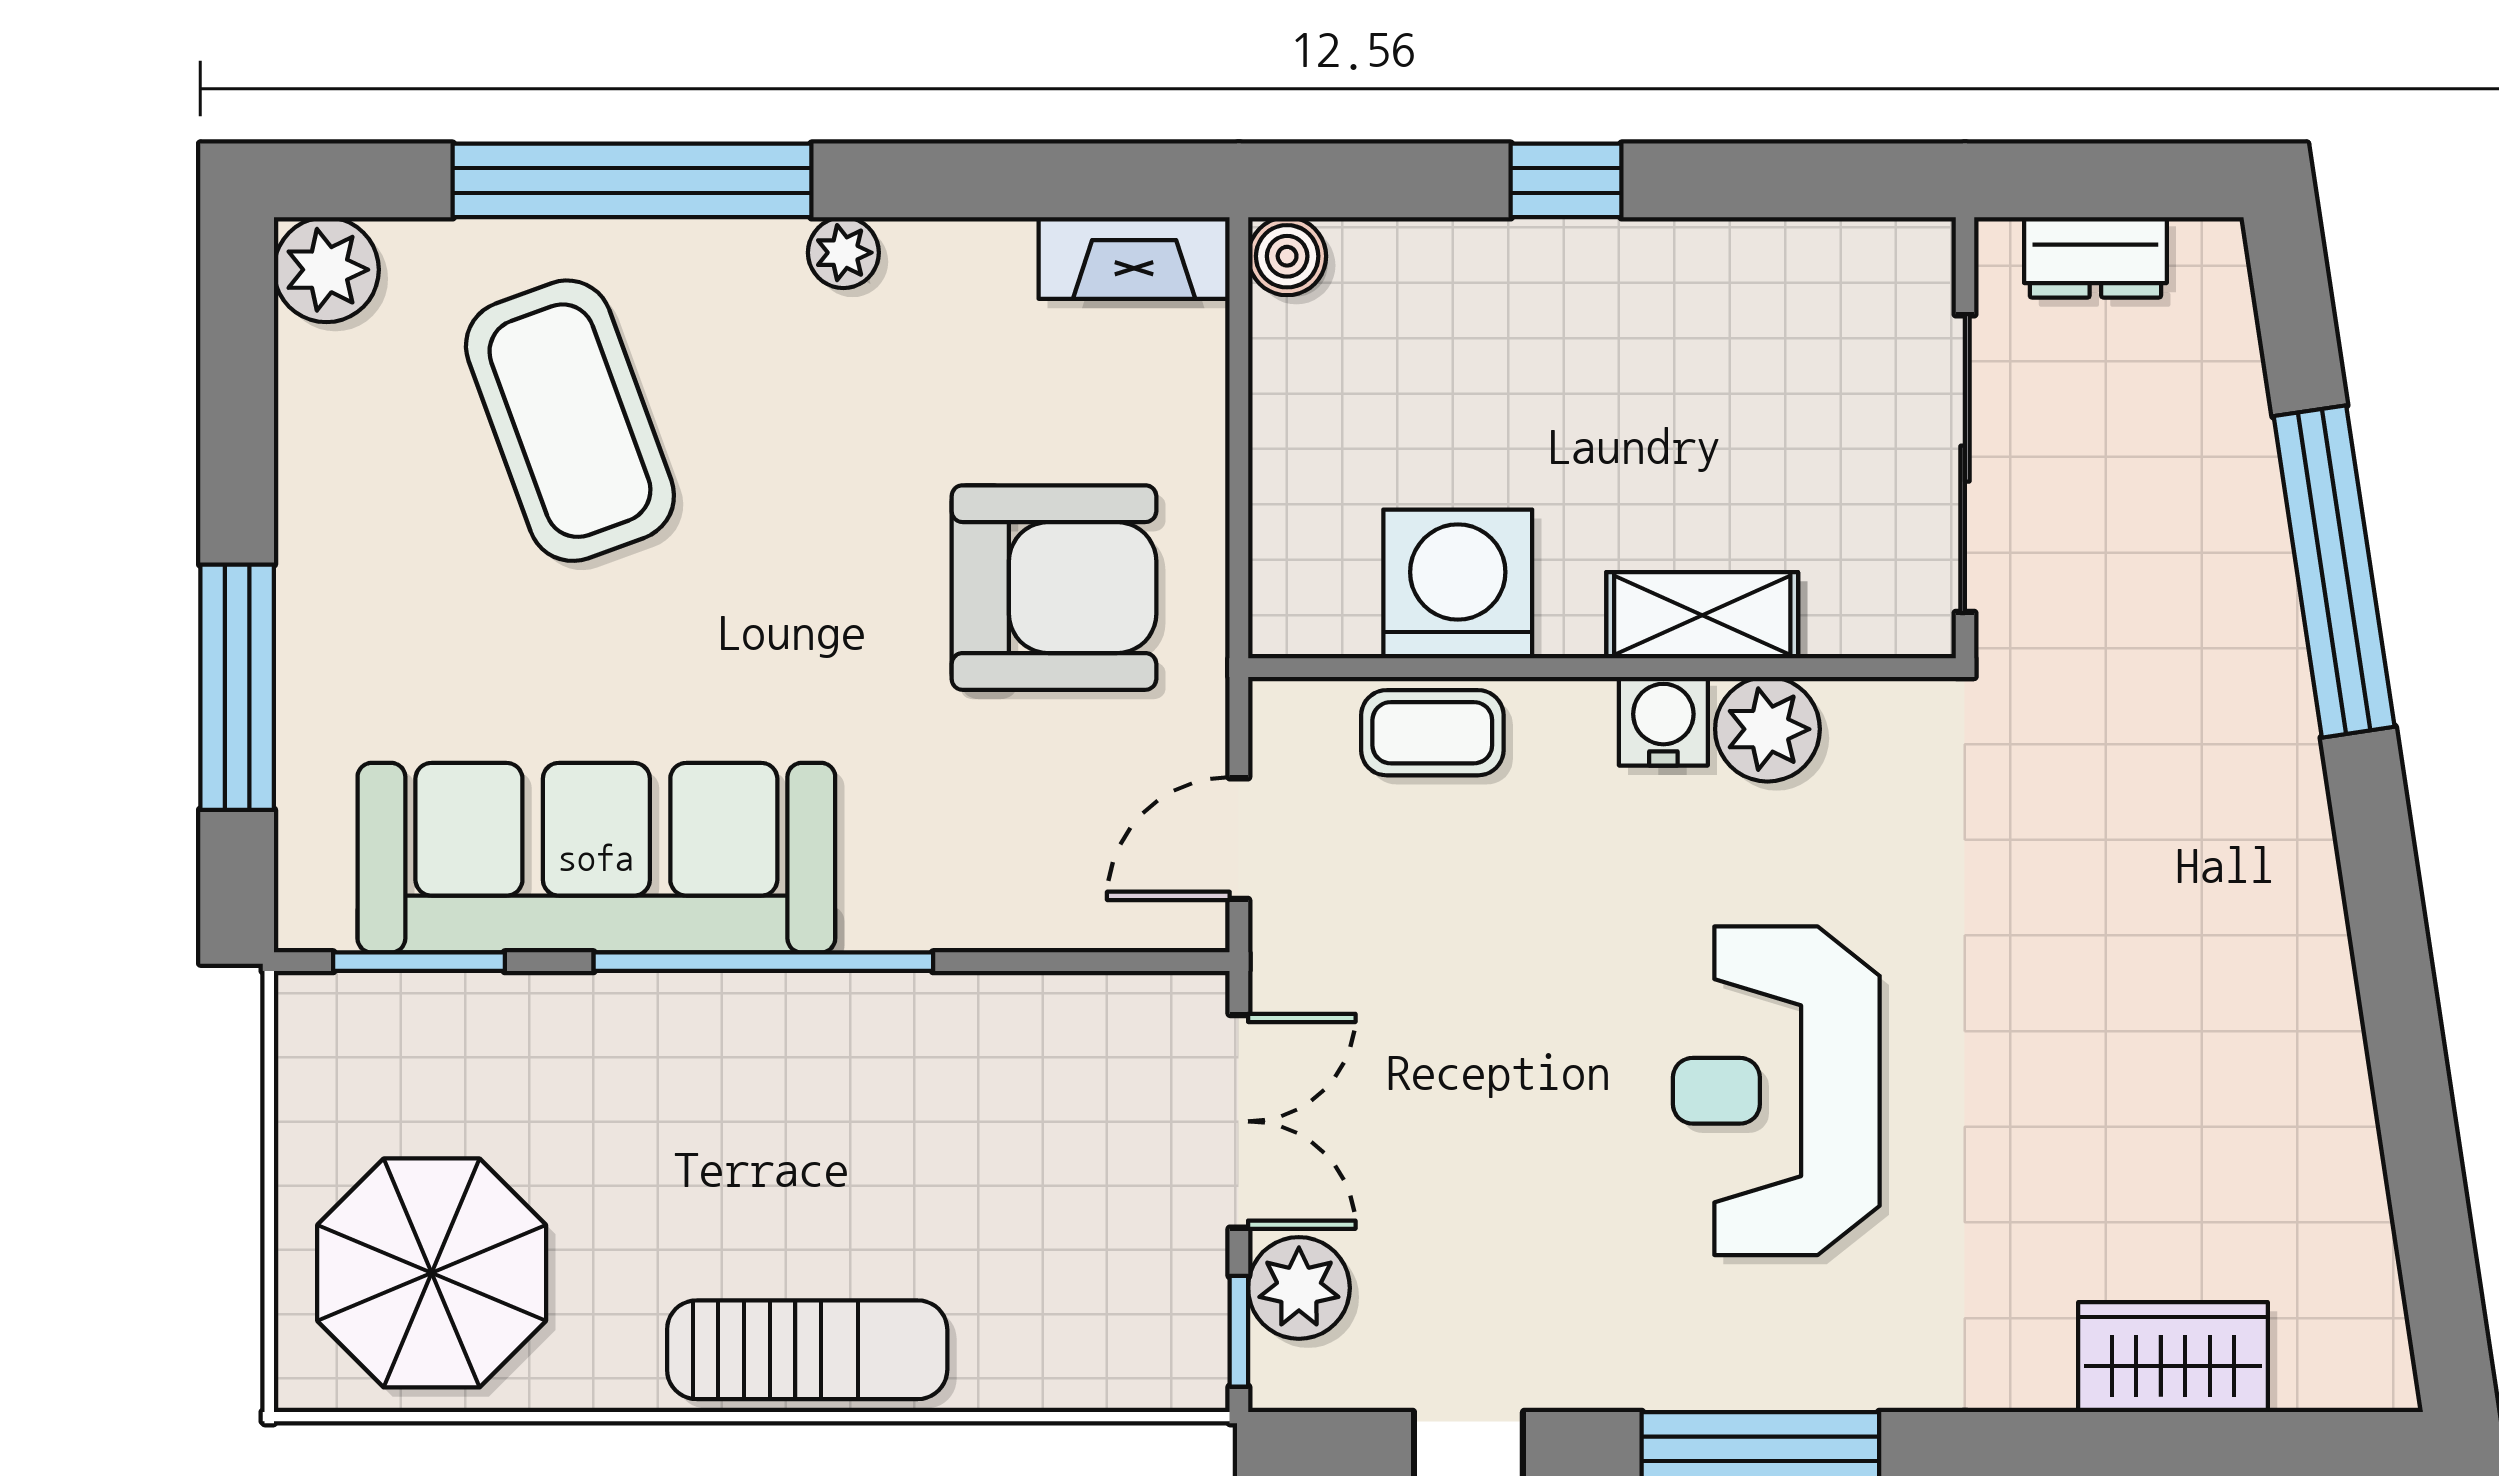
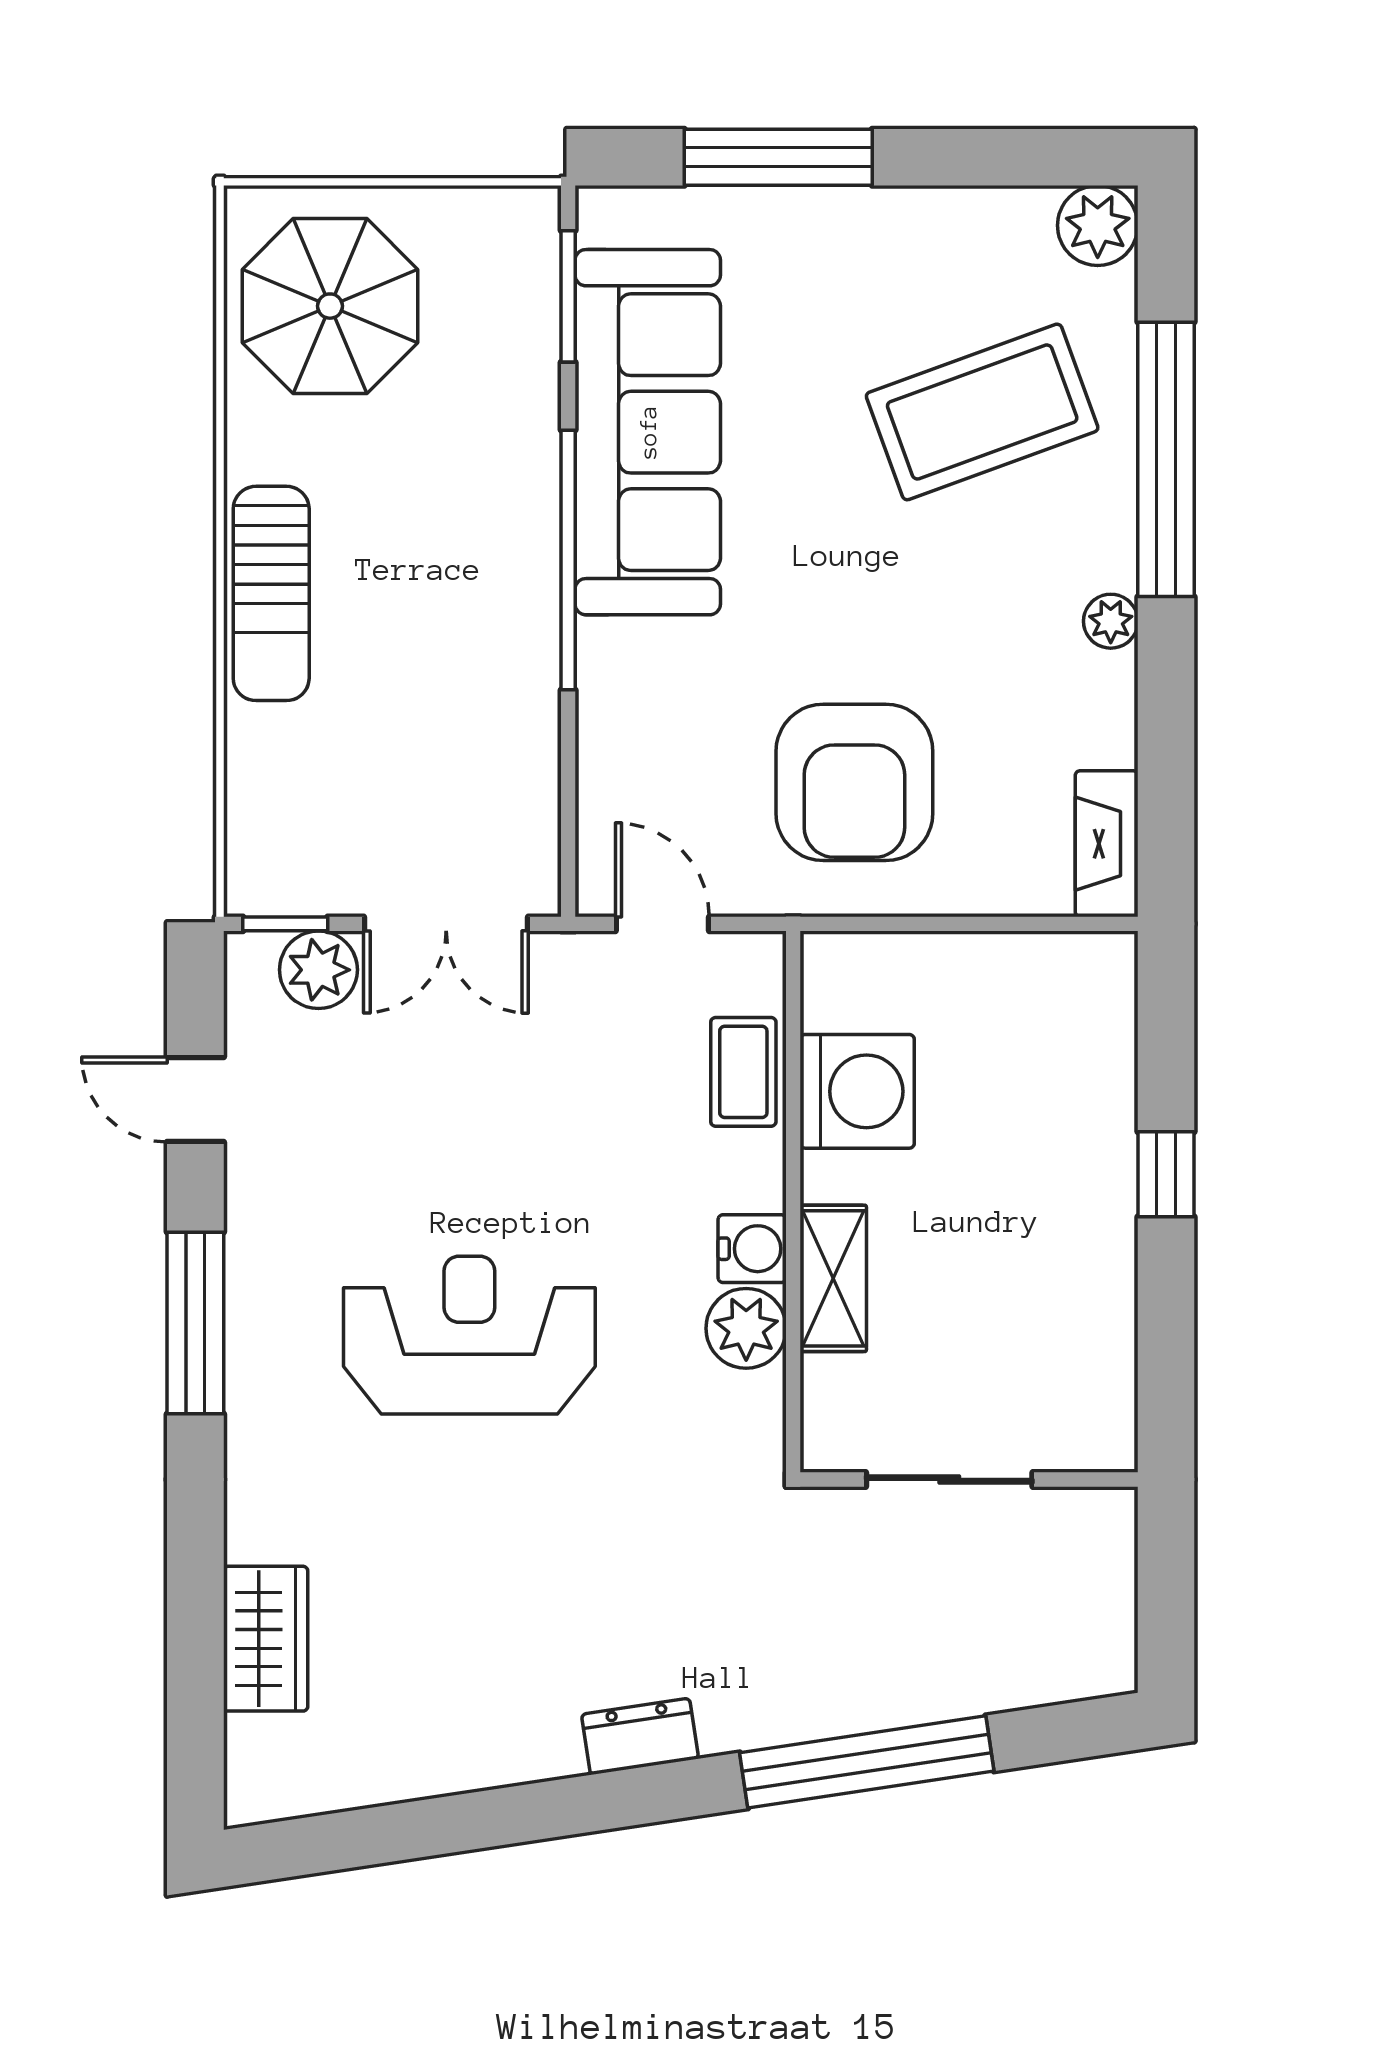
boiler: (1287, 256) -> (1108, 961), removed
dresser: (2095, 257) -> (640, 1736), moved, turned 81
sliding door: (1965, 464) -> (949, 1479), width x0.73

